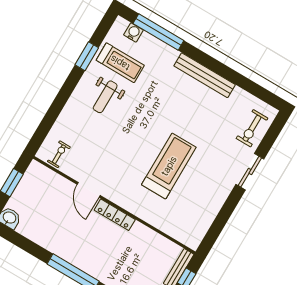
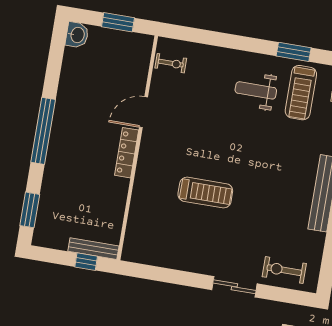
treadmill: (169, 166) -> (205, 193), width x0.73, depth x0.73

